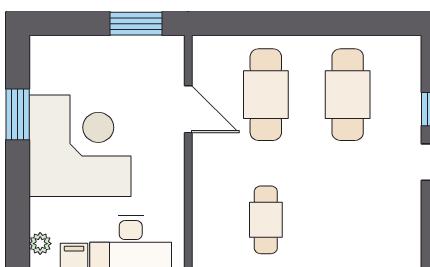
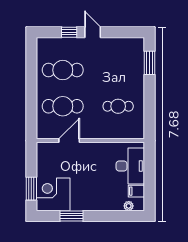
window: (136, 24) -> (31, 189), moved
corner desk: (80, 146) -> (53, 194), moved, width x0.74, depth x0.74

